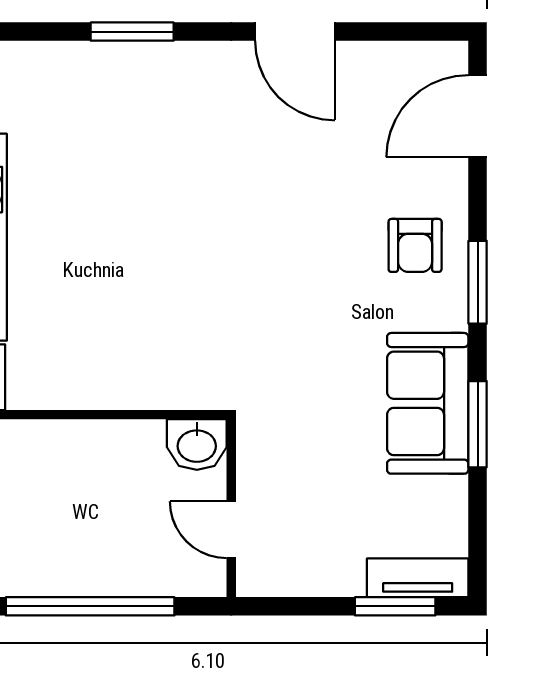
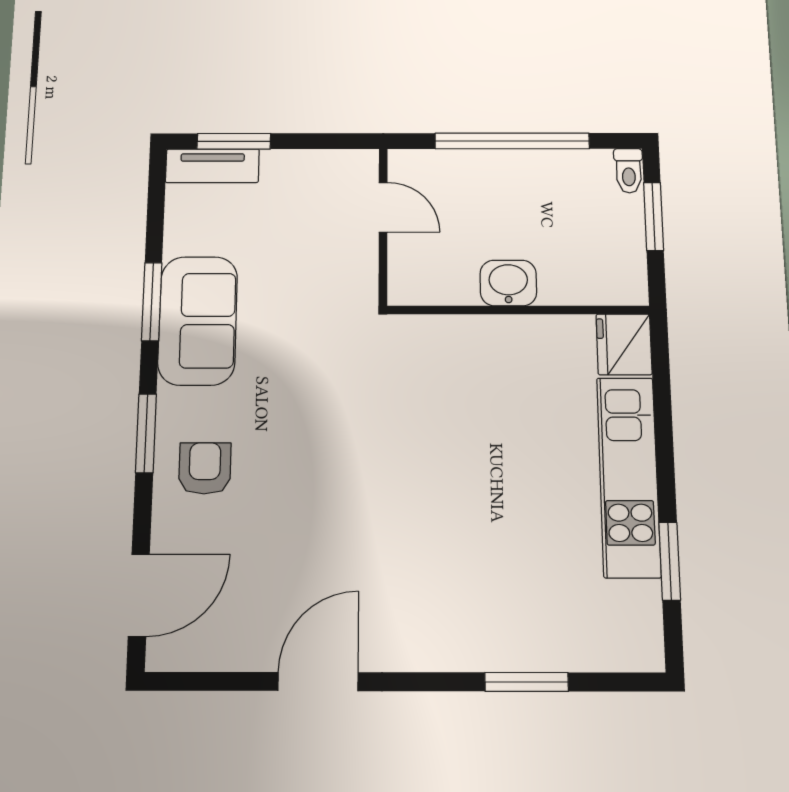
window: (132, 32) -> (527, 682), moved
door: (295, 32) -> (318, 682), hinge flipped
washbasin: (197, 445) -> (508, 283), moved

